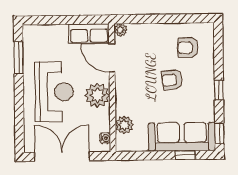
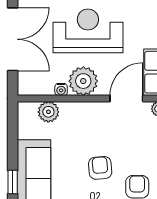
reception desk: (54, 92) -> (88, 31), turned 180
water cooler: (105, 138) -> (61, 89), moved

